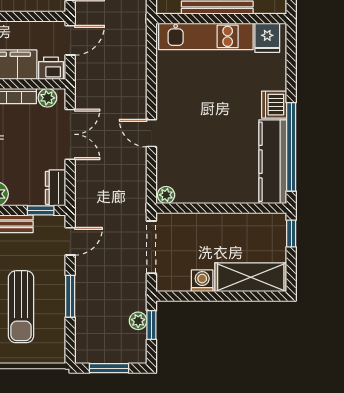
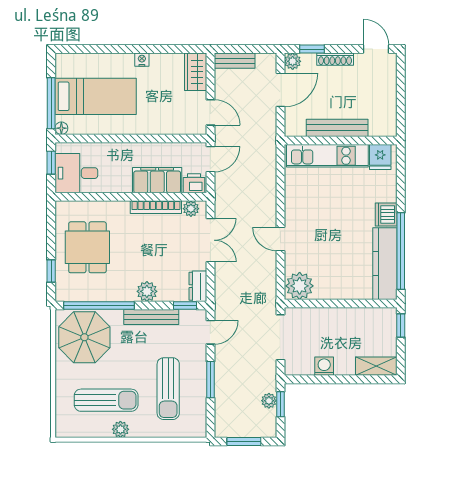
plant: (166, 195) -> (300, 286), width x1.88, depth x1.88
shelving: (251, 277) -> (376, 366), width x0.67, depth x0.75

